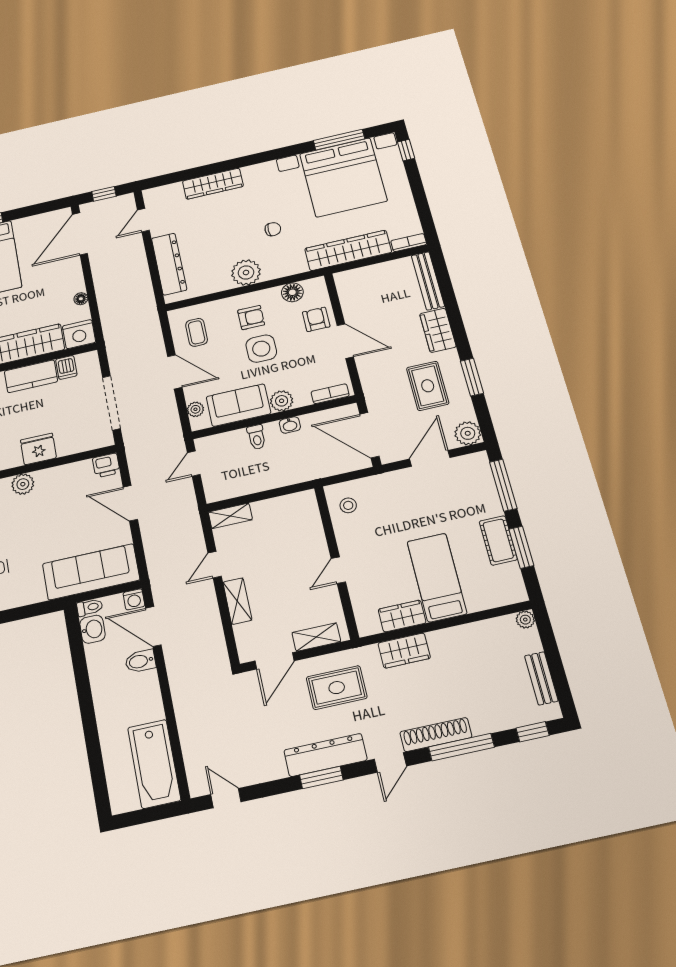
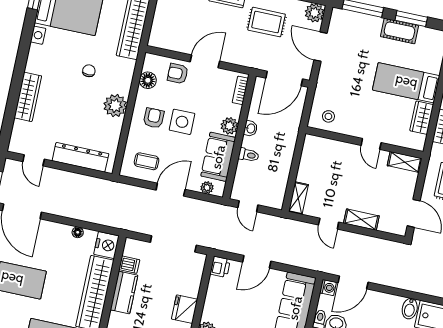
shelving: (316, 637) -> (405, 162), moved, turned 90
bidet: (140, 661) -> (410, 309), moved

